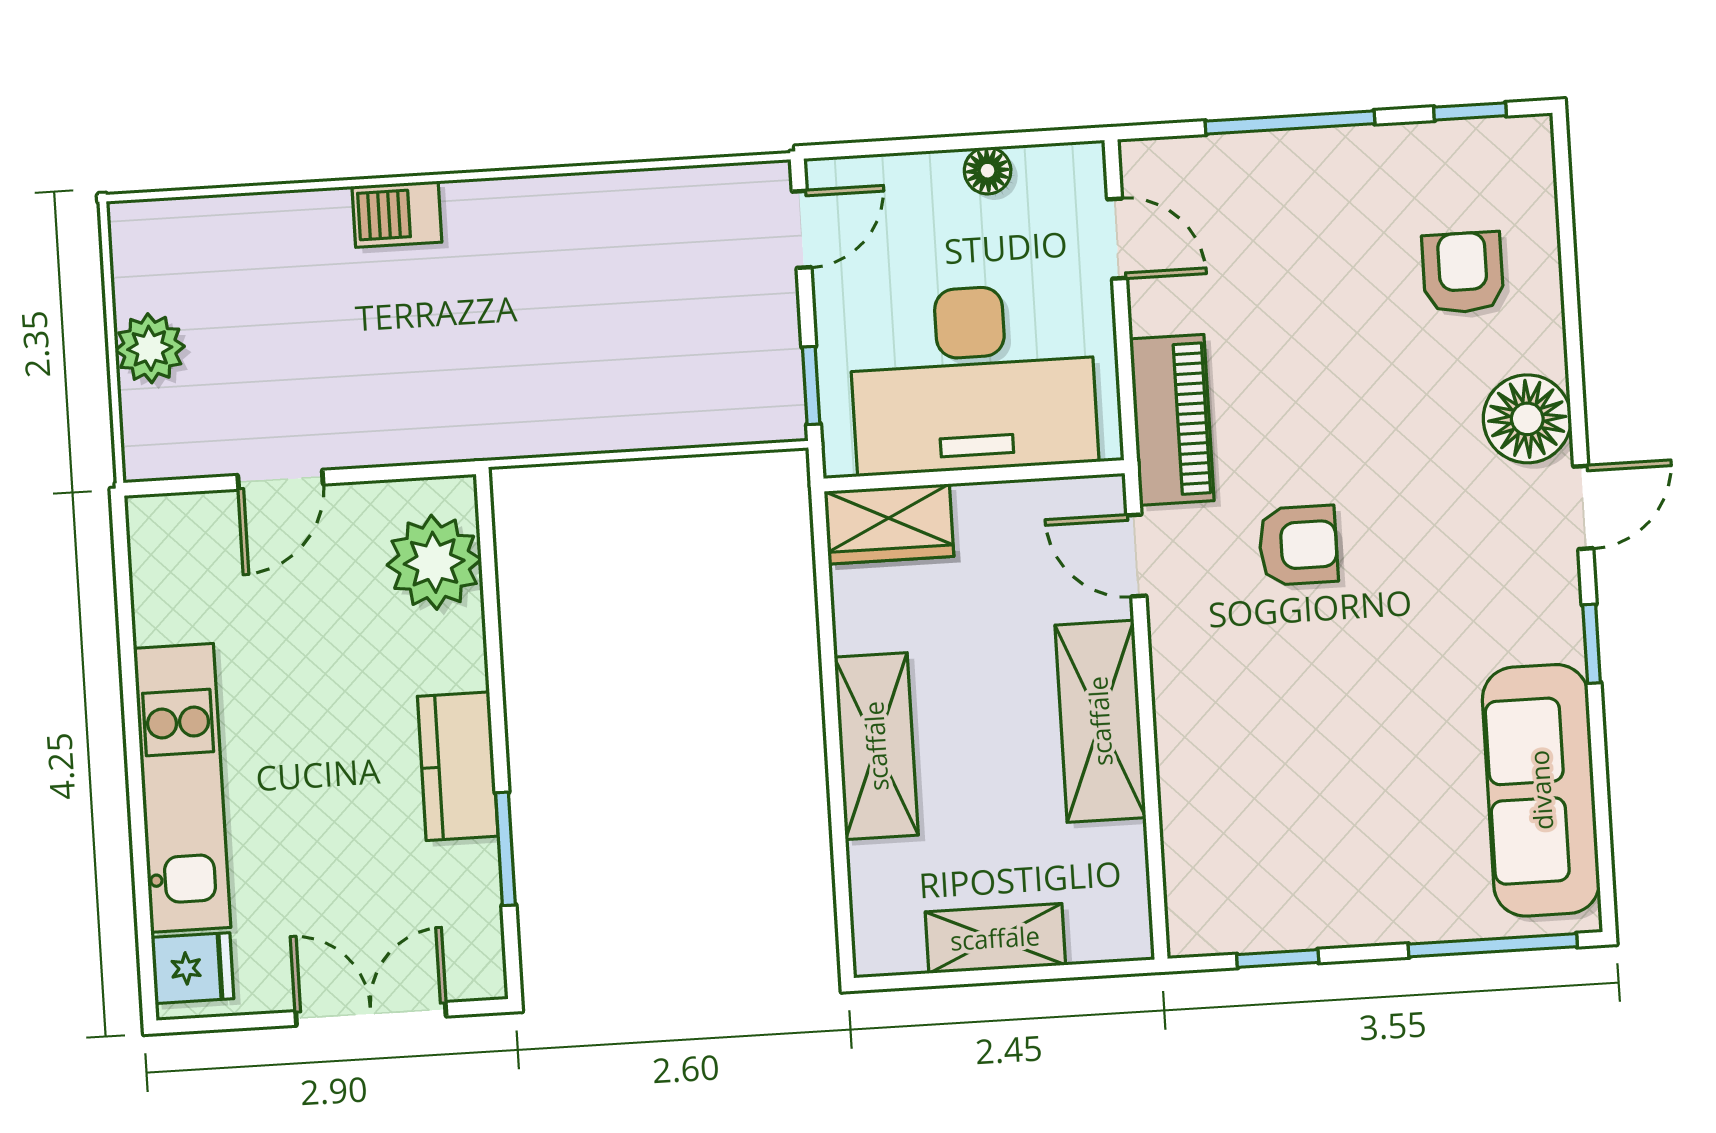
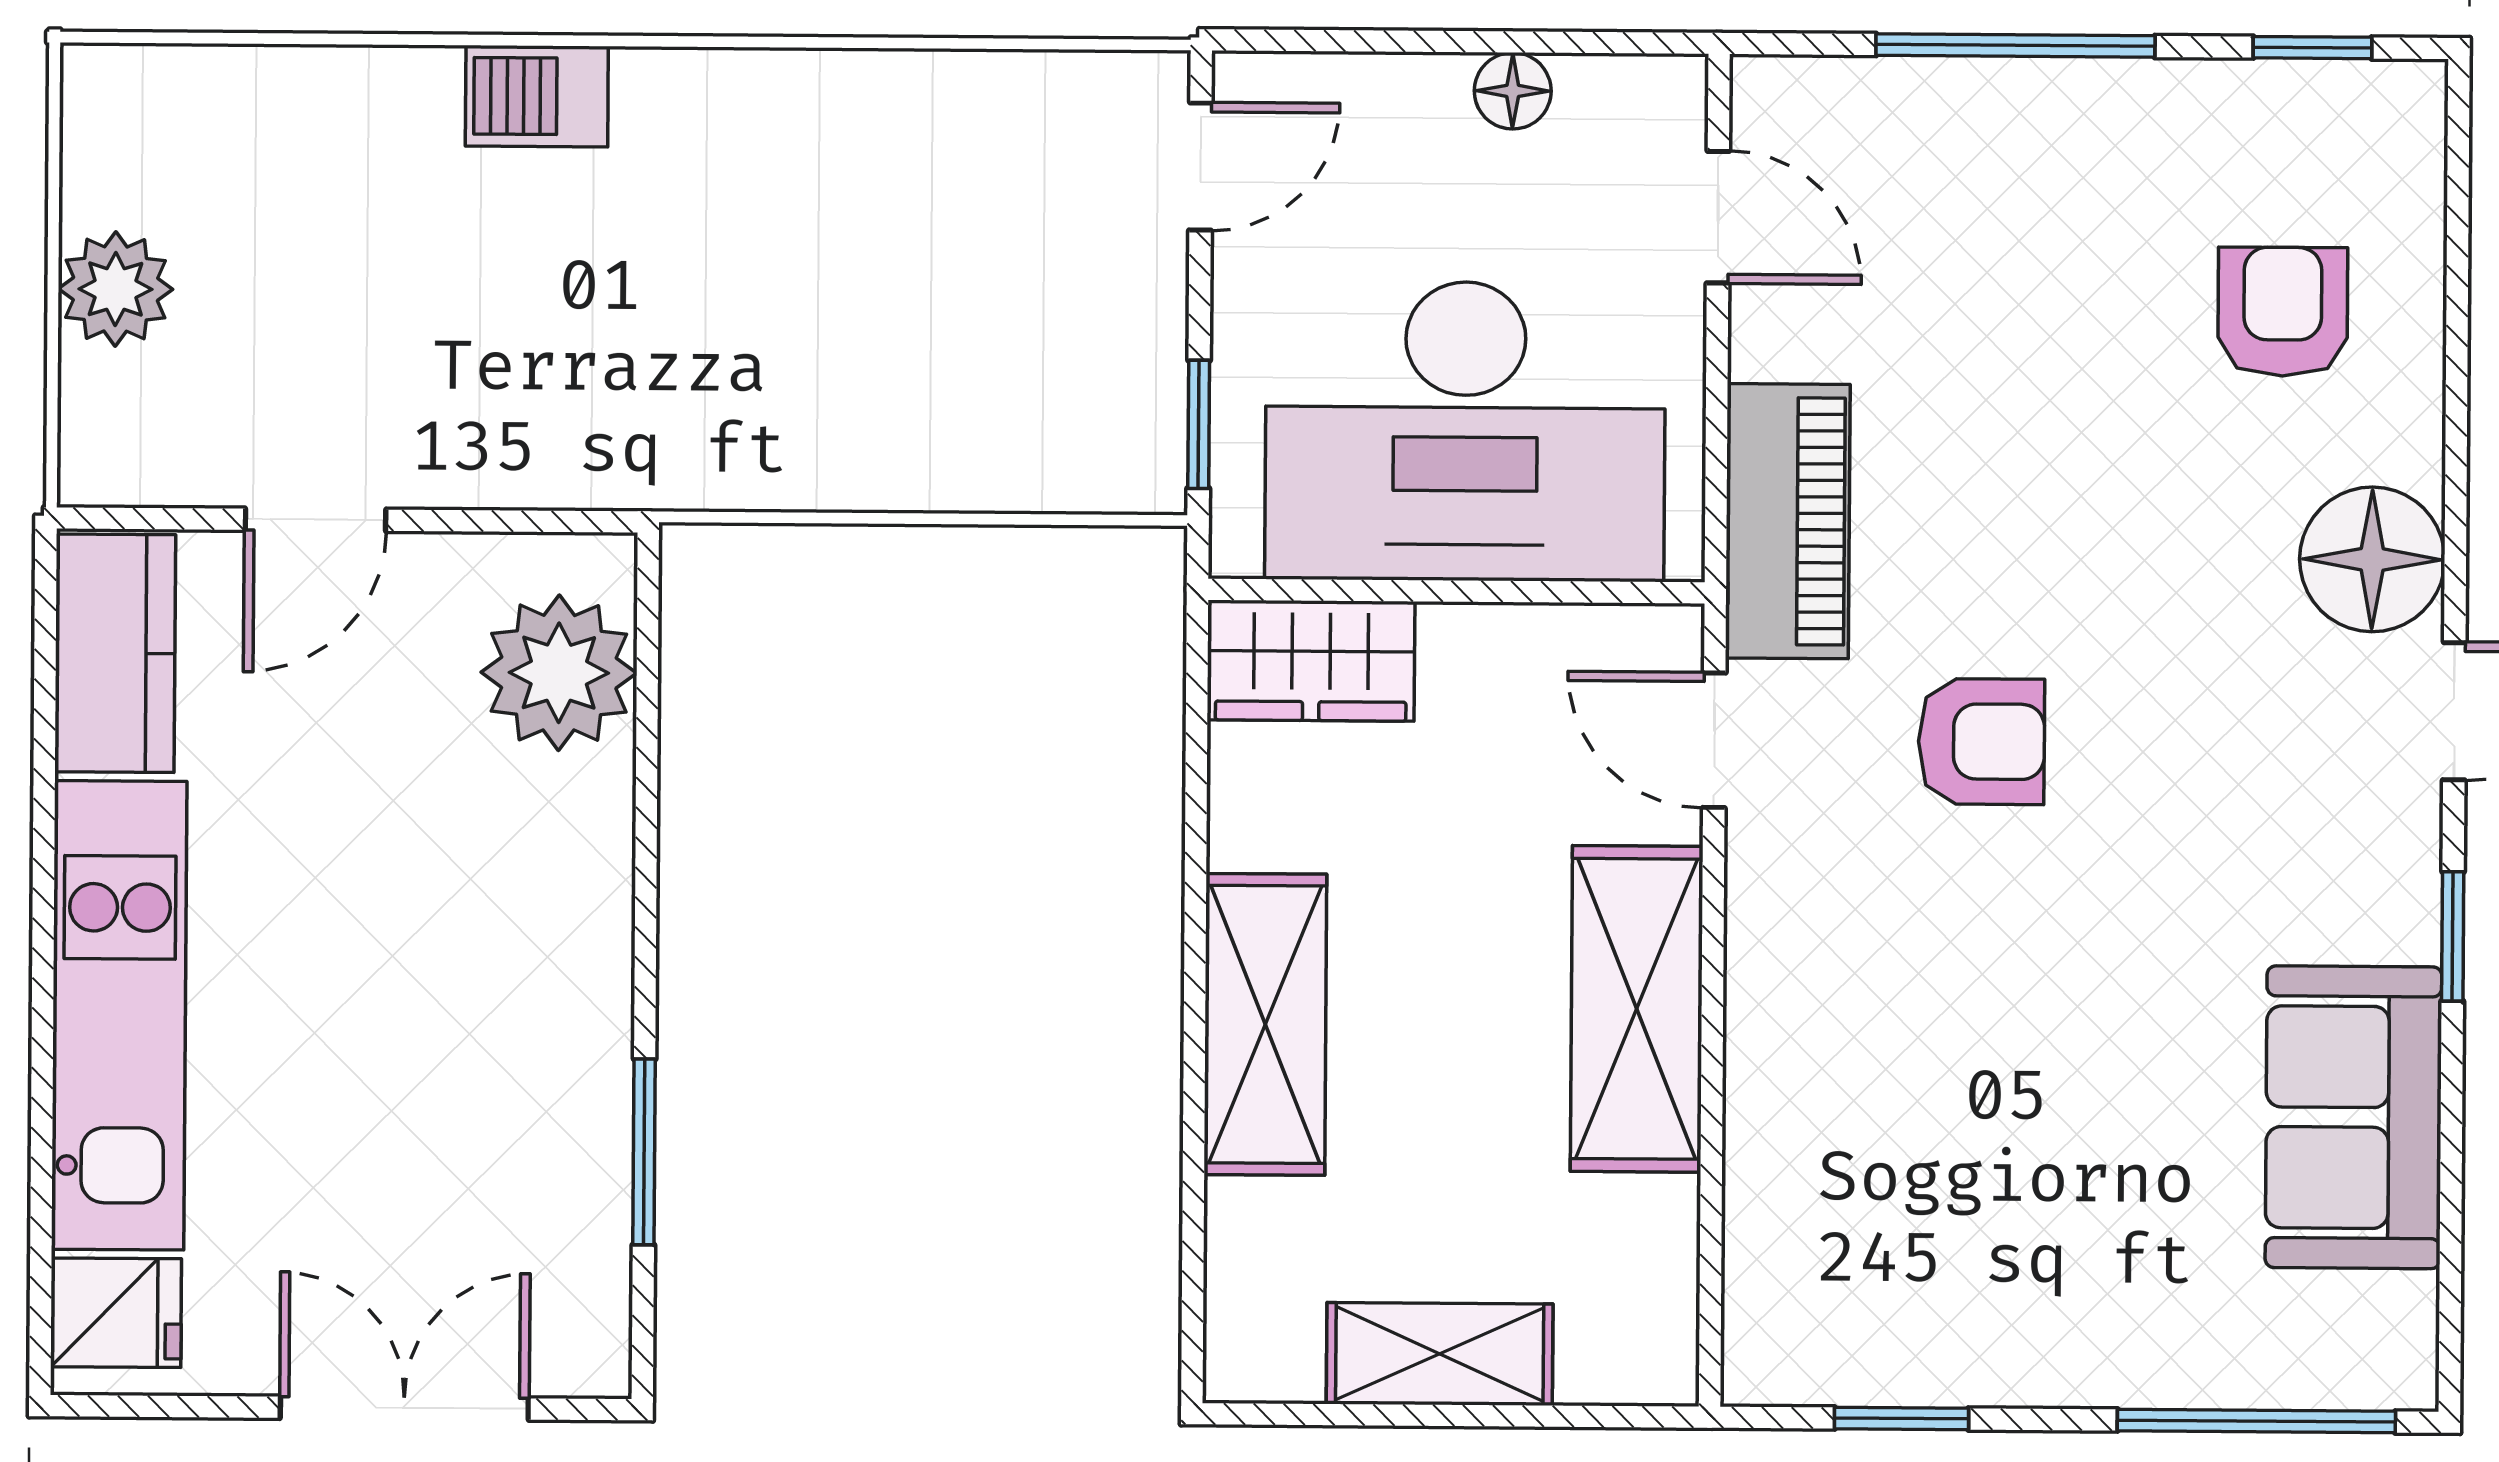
kitchen counter: (458, 766) -> (115, 653), moved, turned 180
sofa: (1541, 790) -> (2354, 1117), width x0.73

